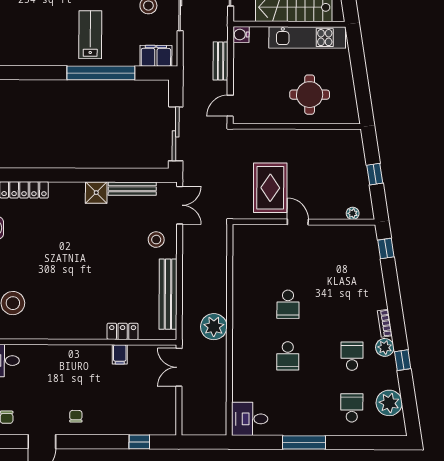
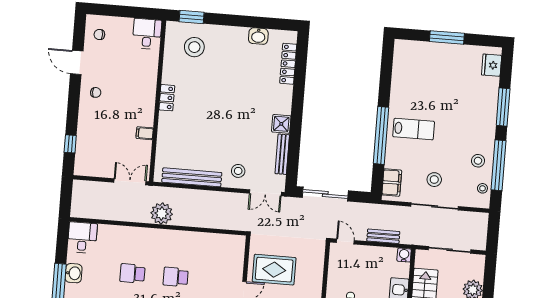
locker: (123, 331) -> (167, 98), moved
washbasin: (293, 426) -> (74, 273), added

